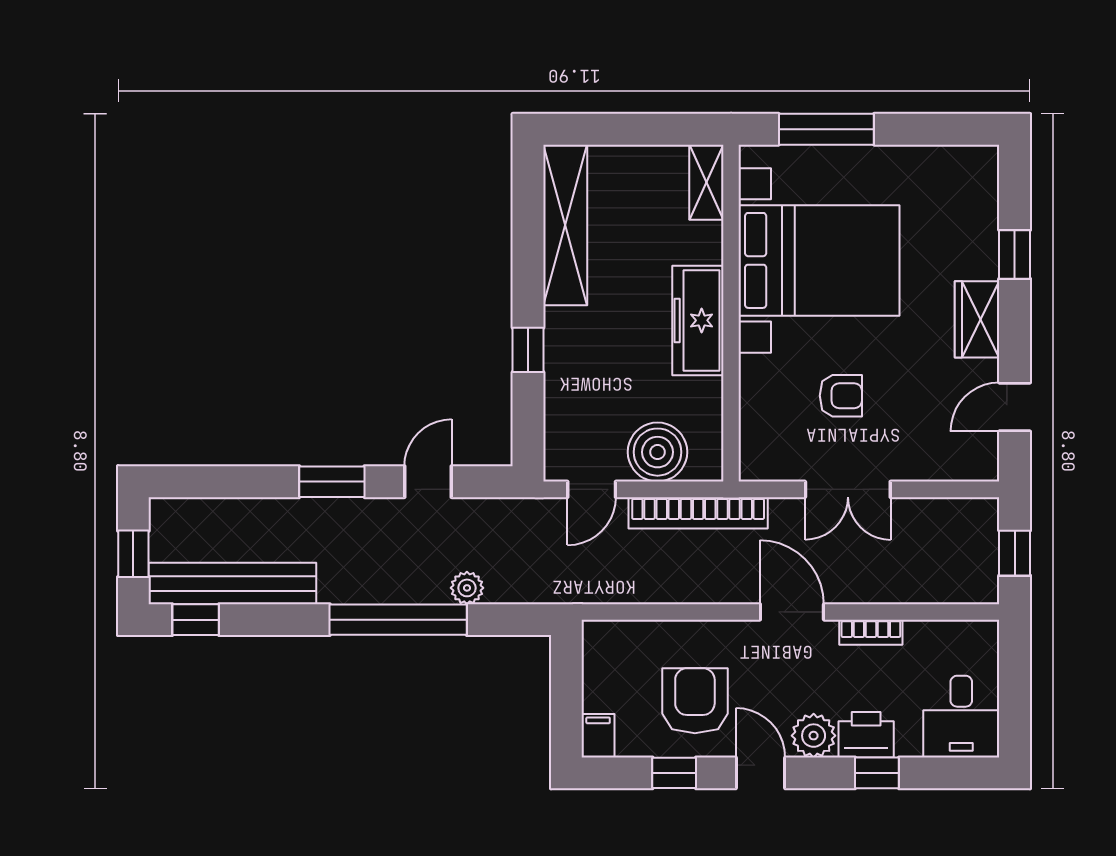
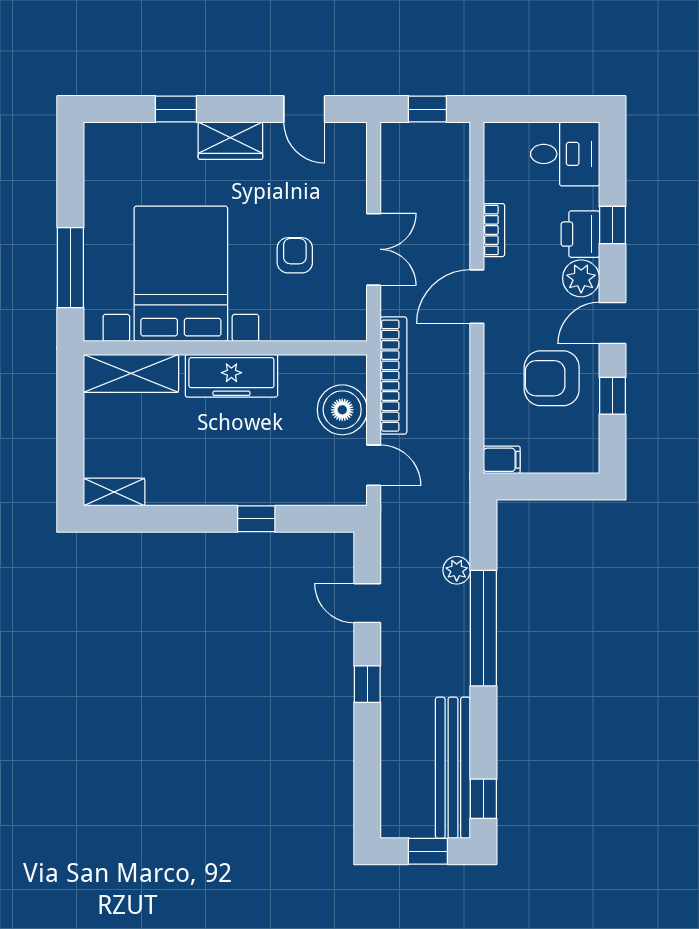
shelving: (706, 182) -> (131, 373), width x1.50, depth x1.33
shelving: (565, 225) -> (114, 492), width x0.45, depth x0.75
window: (332, 482) -> (367, 684), width x0.67
filing cabinet: (598, 736) -> (502, 460), moved, turned 180

